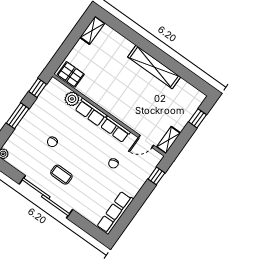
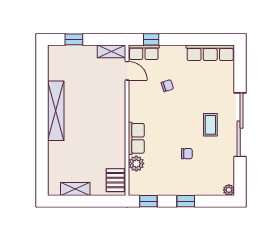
shelving: (92, 30) -> (75, 189), moved
window: (18, 116) -> (186, 201), width x0.67
row of seats: (115, 129) -> (144, 52), moved, turned 90

